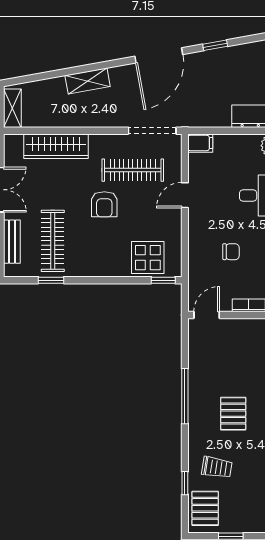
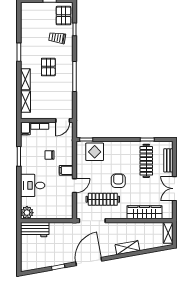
filing cabinet: (200, 143) -> (66, 170), moved

